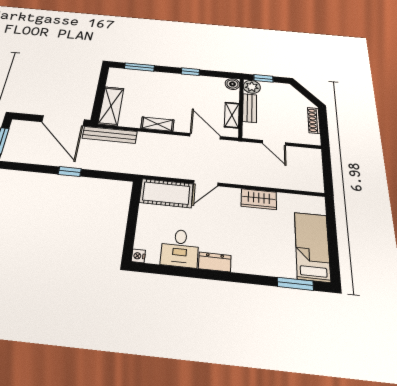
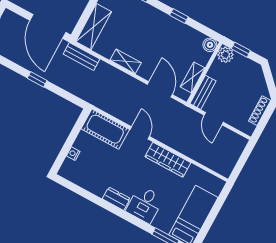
bench: (250, 108) -> (203, 92), moved
bench: (110, 135) -> (82, 56), width x0.73
door: (206, 183) -> (140, 133), swing flipped
wardrobe: (259, 199) -> (168, 160), width x1.50
desk: (180, 248) -> (145, 204), moved
nightstand: (138, 256) -> (73, 154), moved

